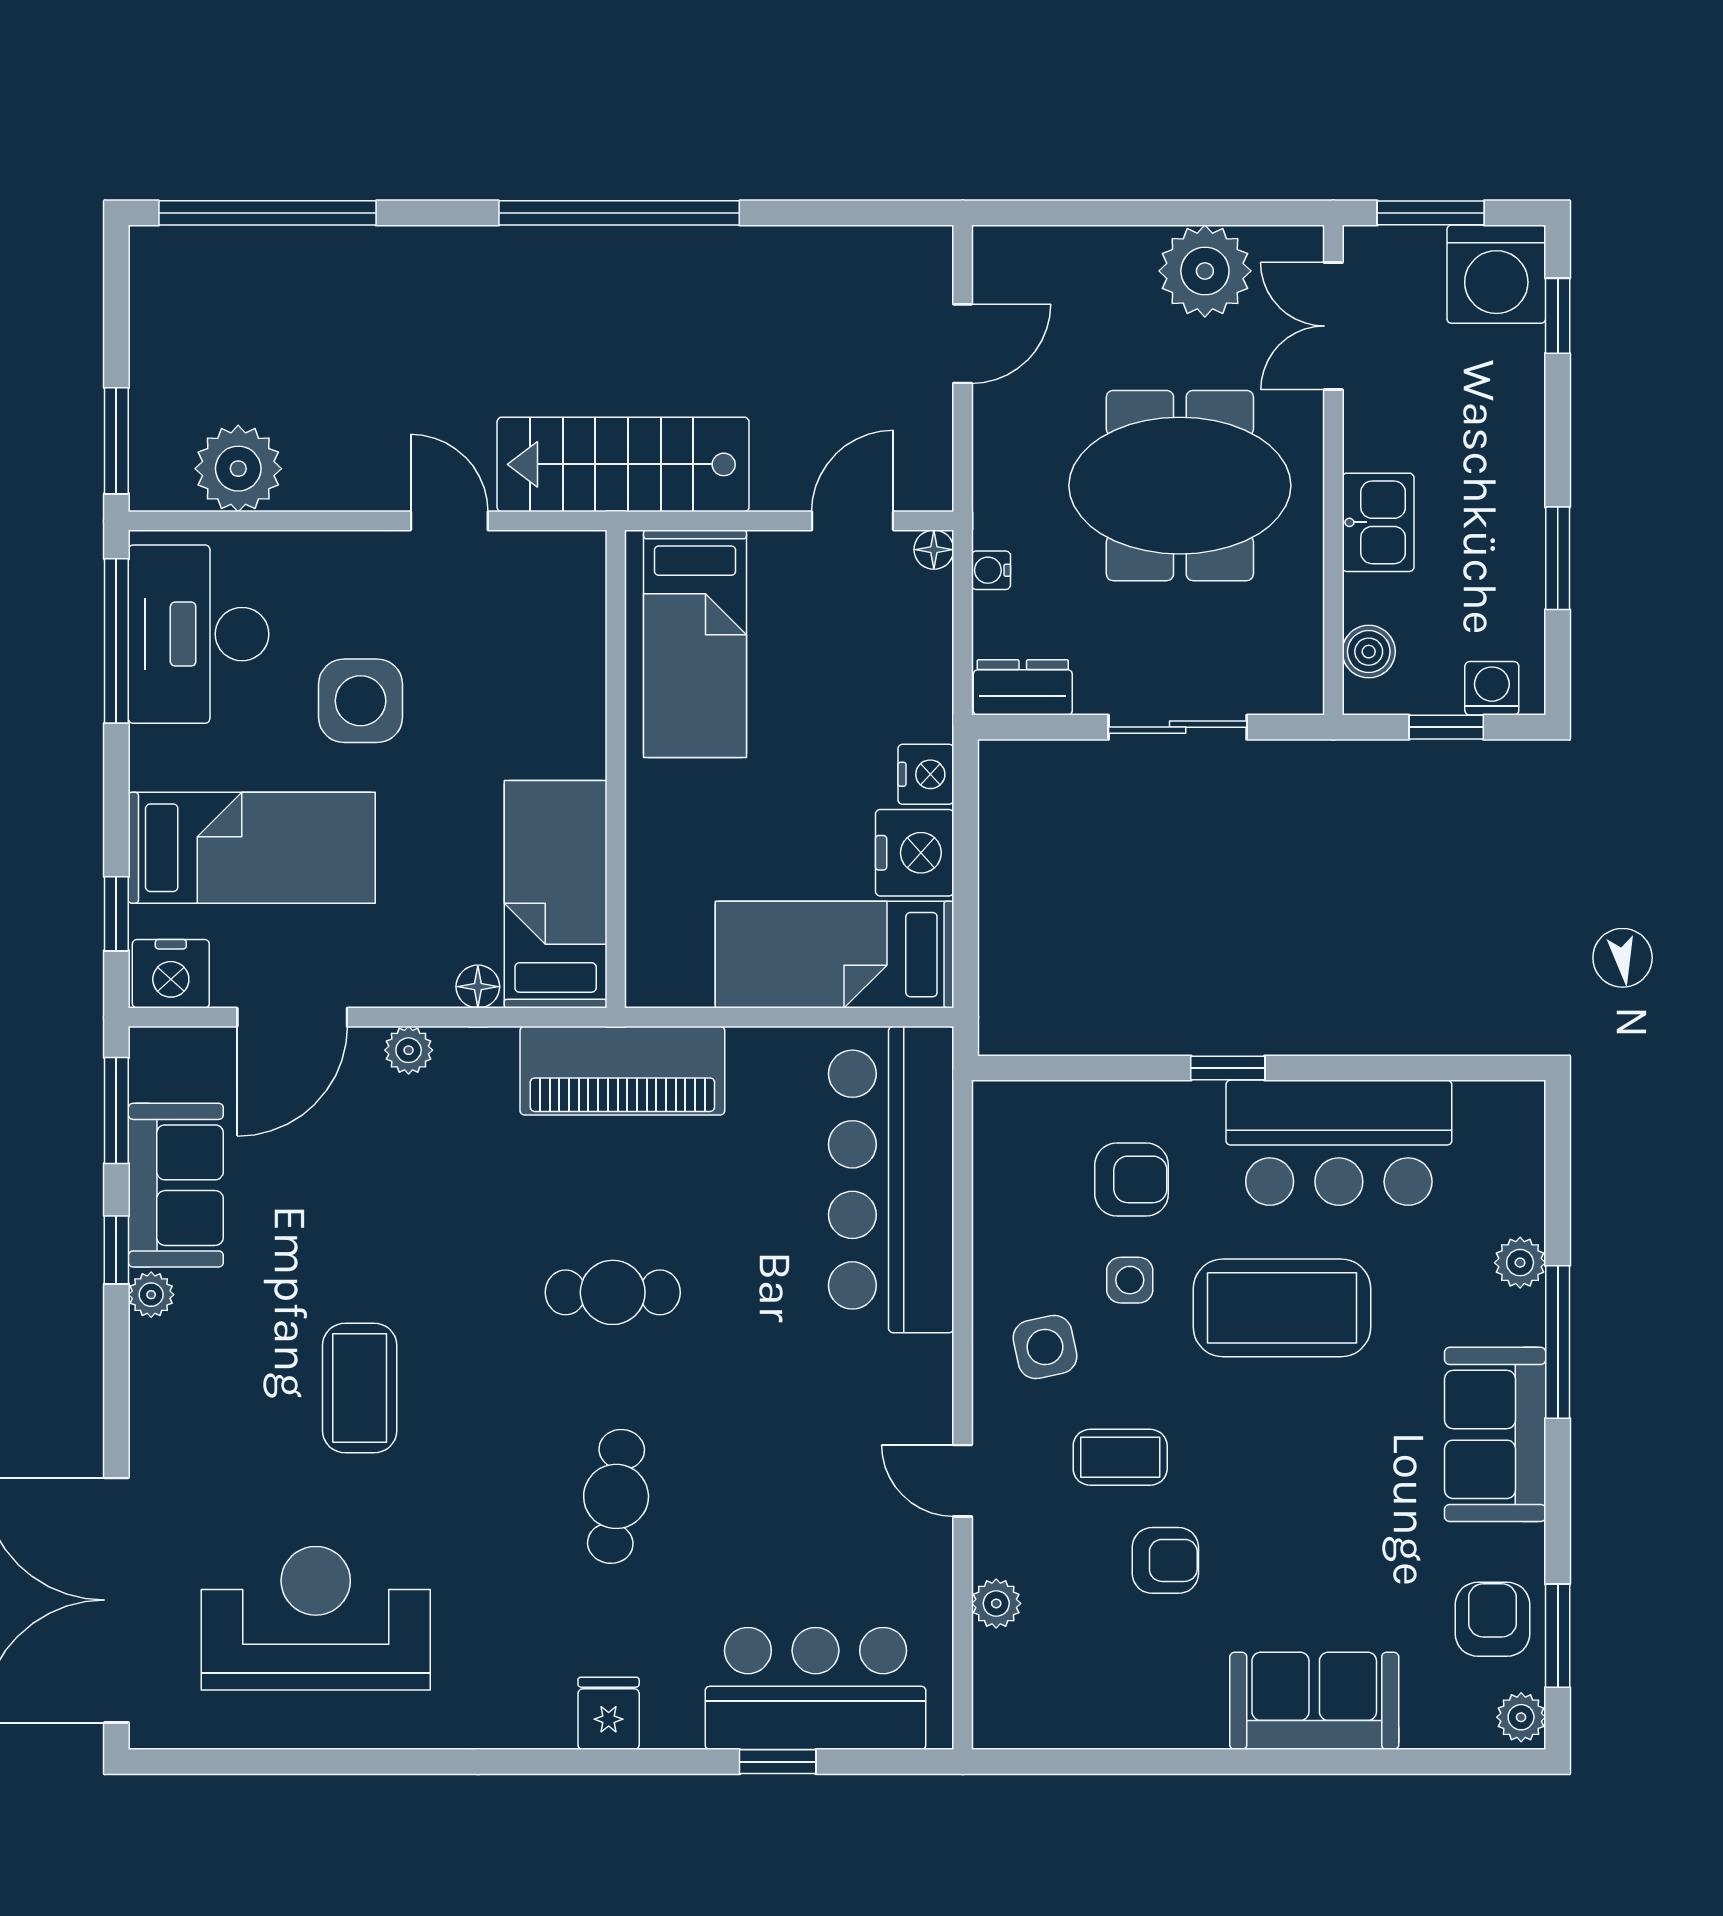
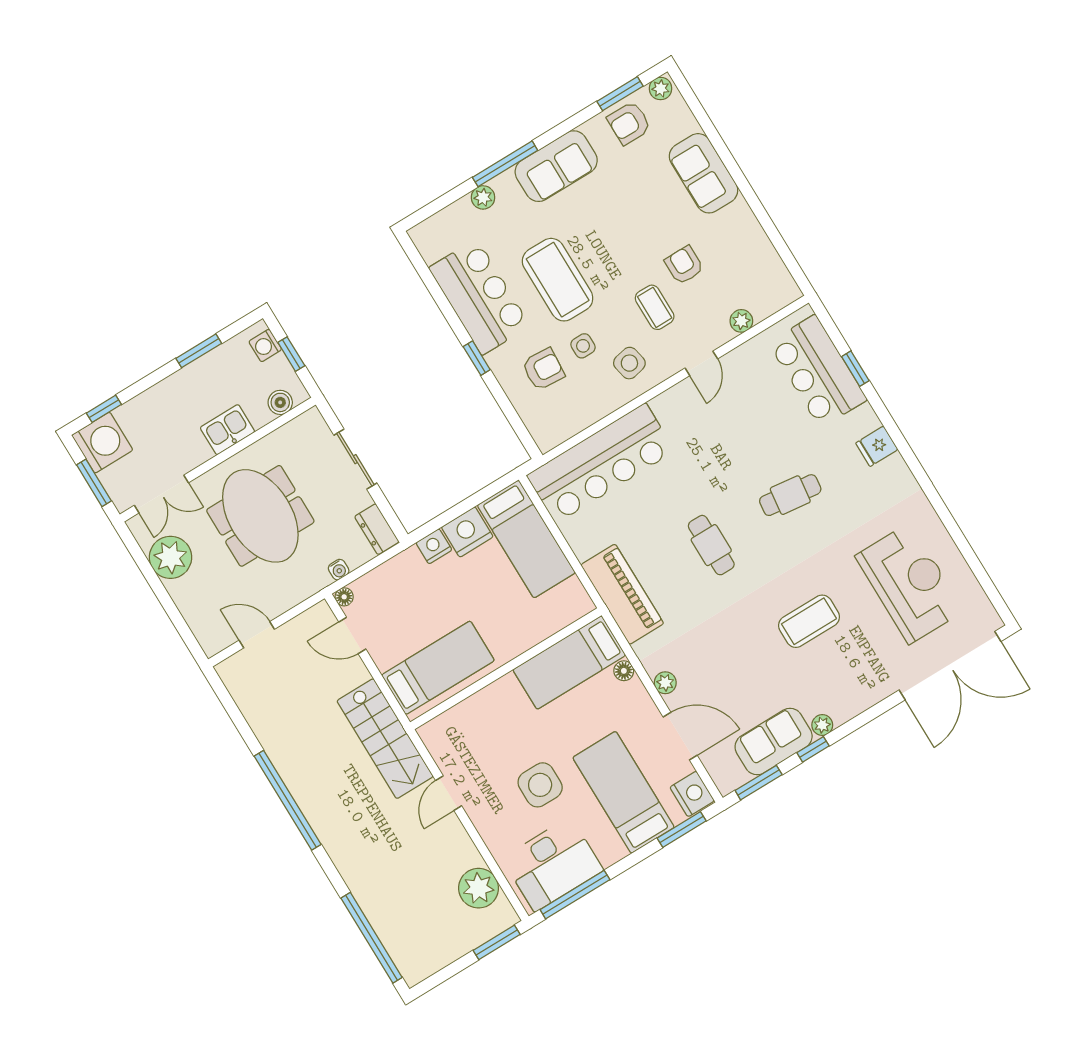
window: (116, 914) -> (682, 830), width x1.50
armchair: (1132, 1179) -> (543, 369), turned 94
reception desk: (316, 1618) -> (910, 583), turned 180

